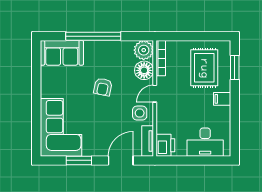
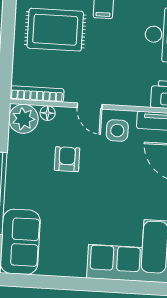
floor lamp: (144, 70) -> (48, 113), width x0.53, depth x0.53
armchair: (103, 87) -> (67, 159), moved, turned -102

